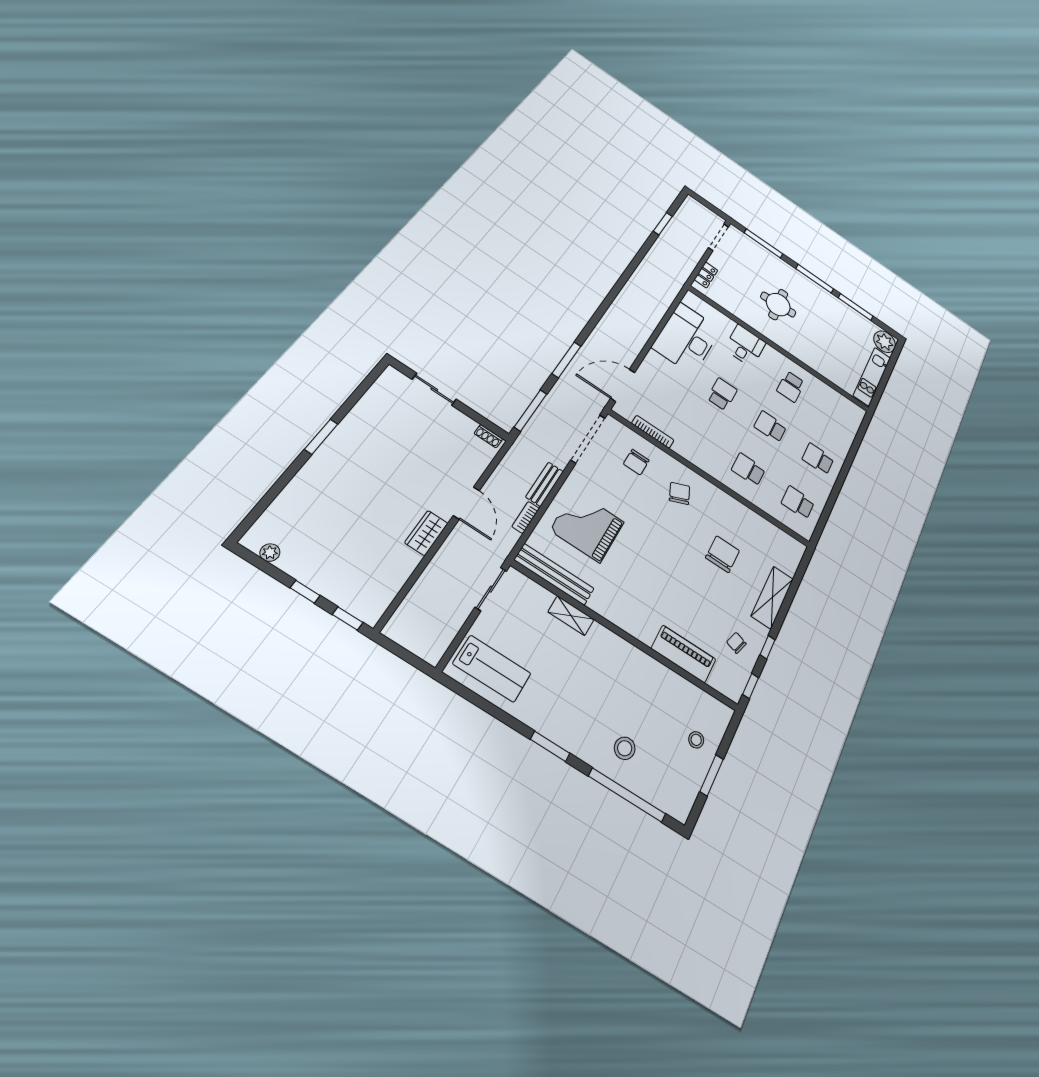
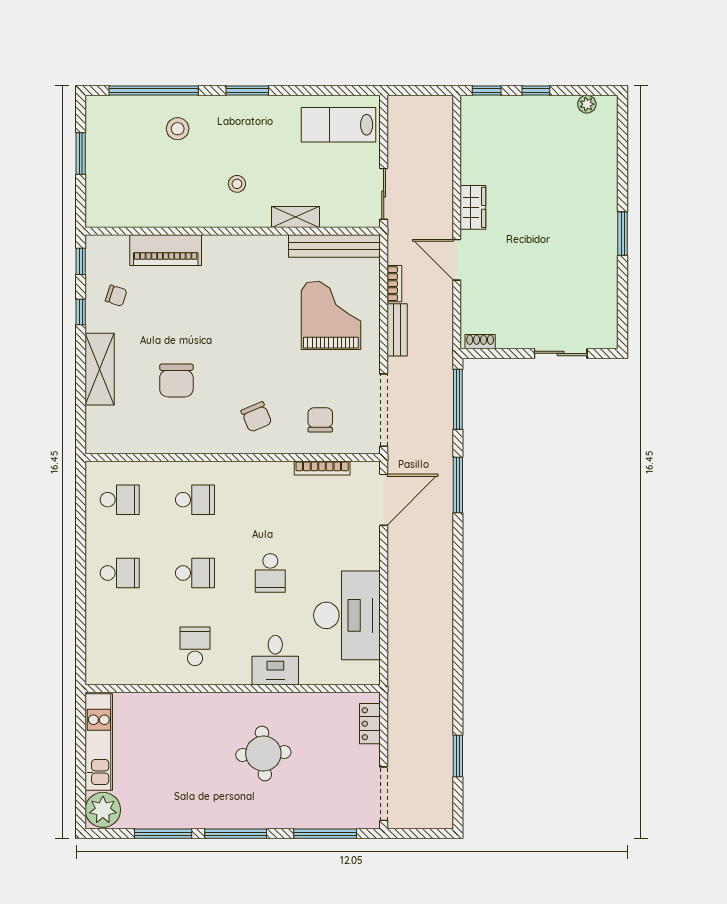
grand piano: (587, 526) -> (331, 315), turned -90
stool: (696, 740) -> (237, 184), moved

